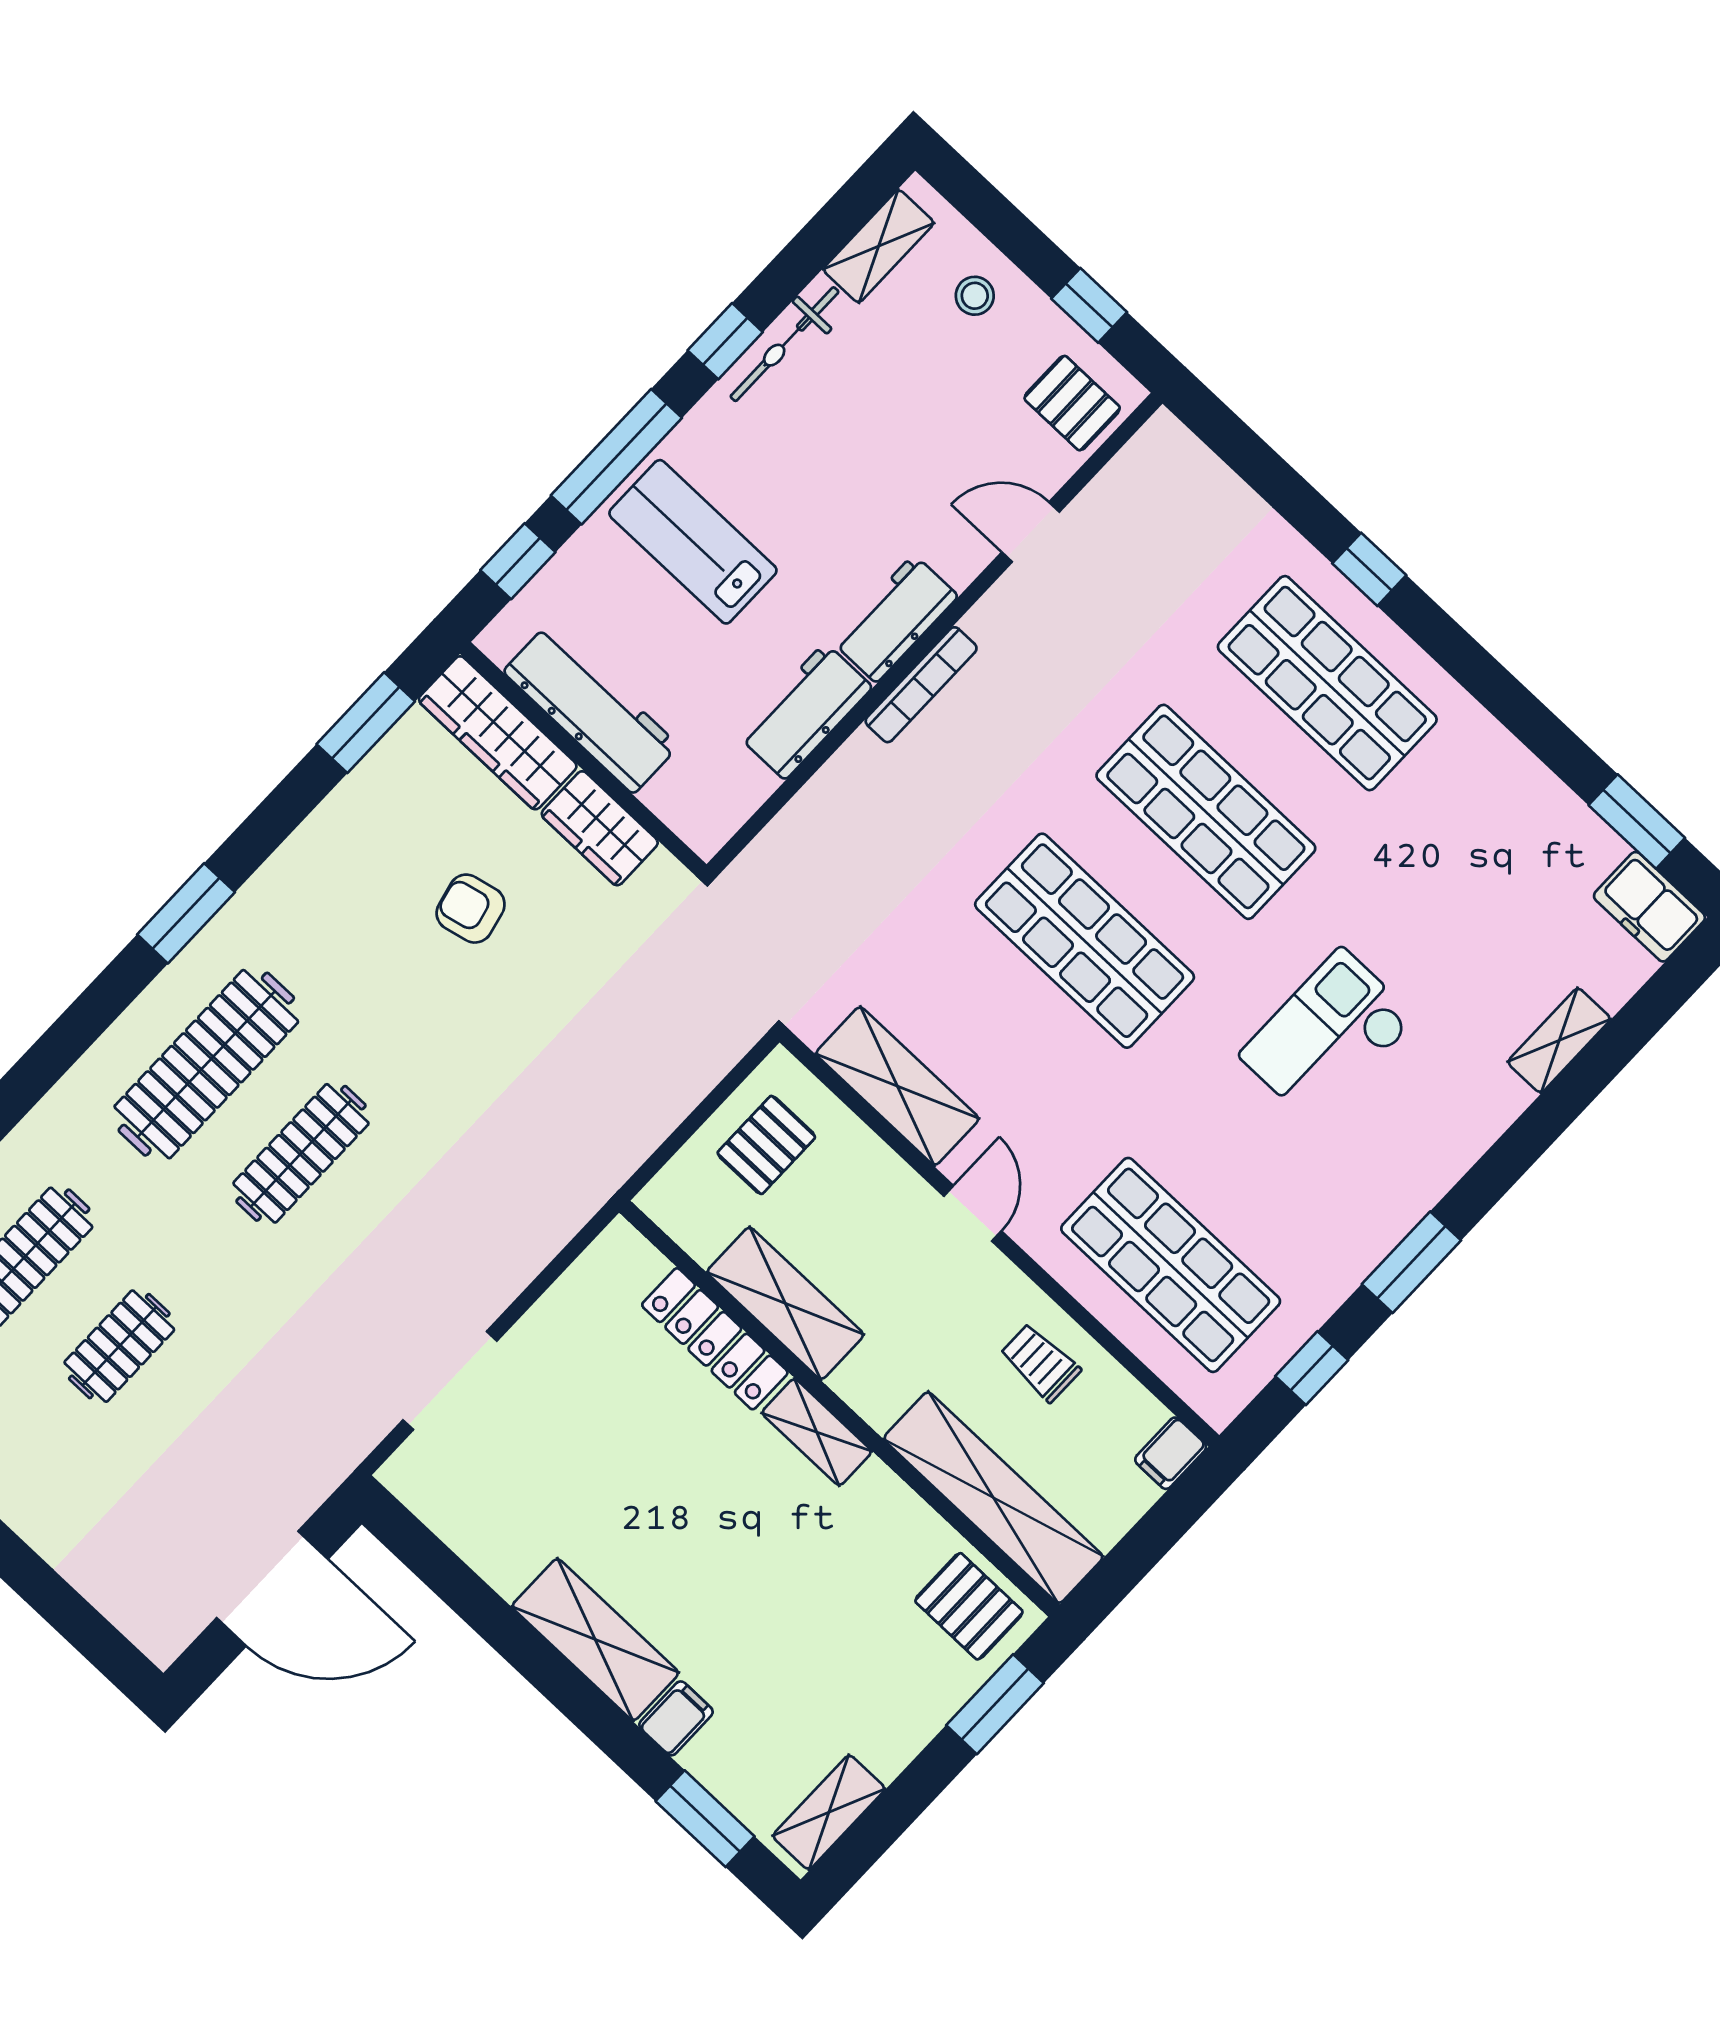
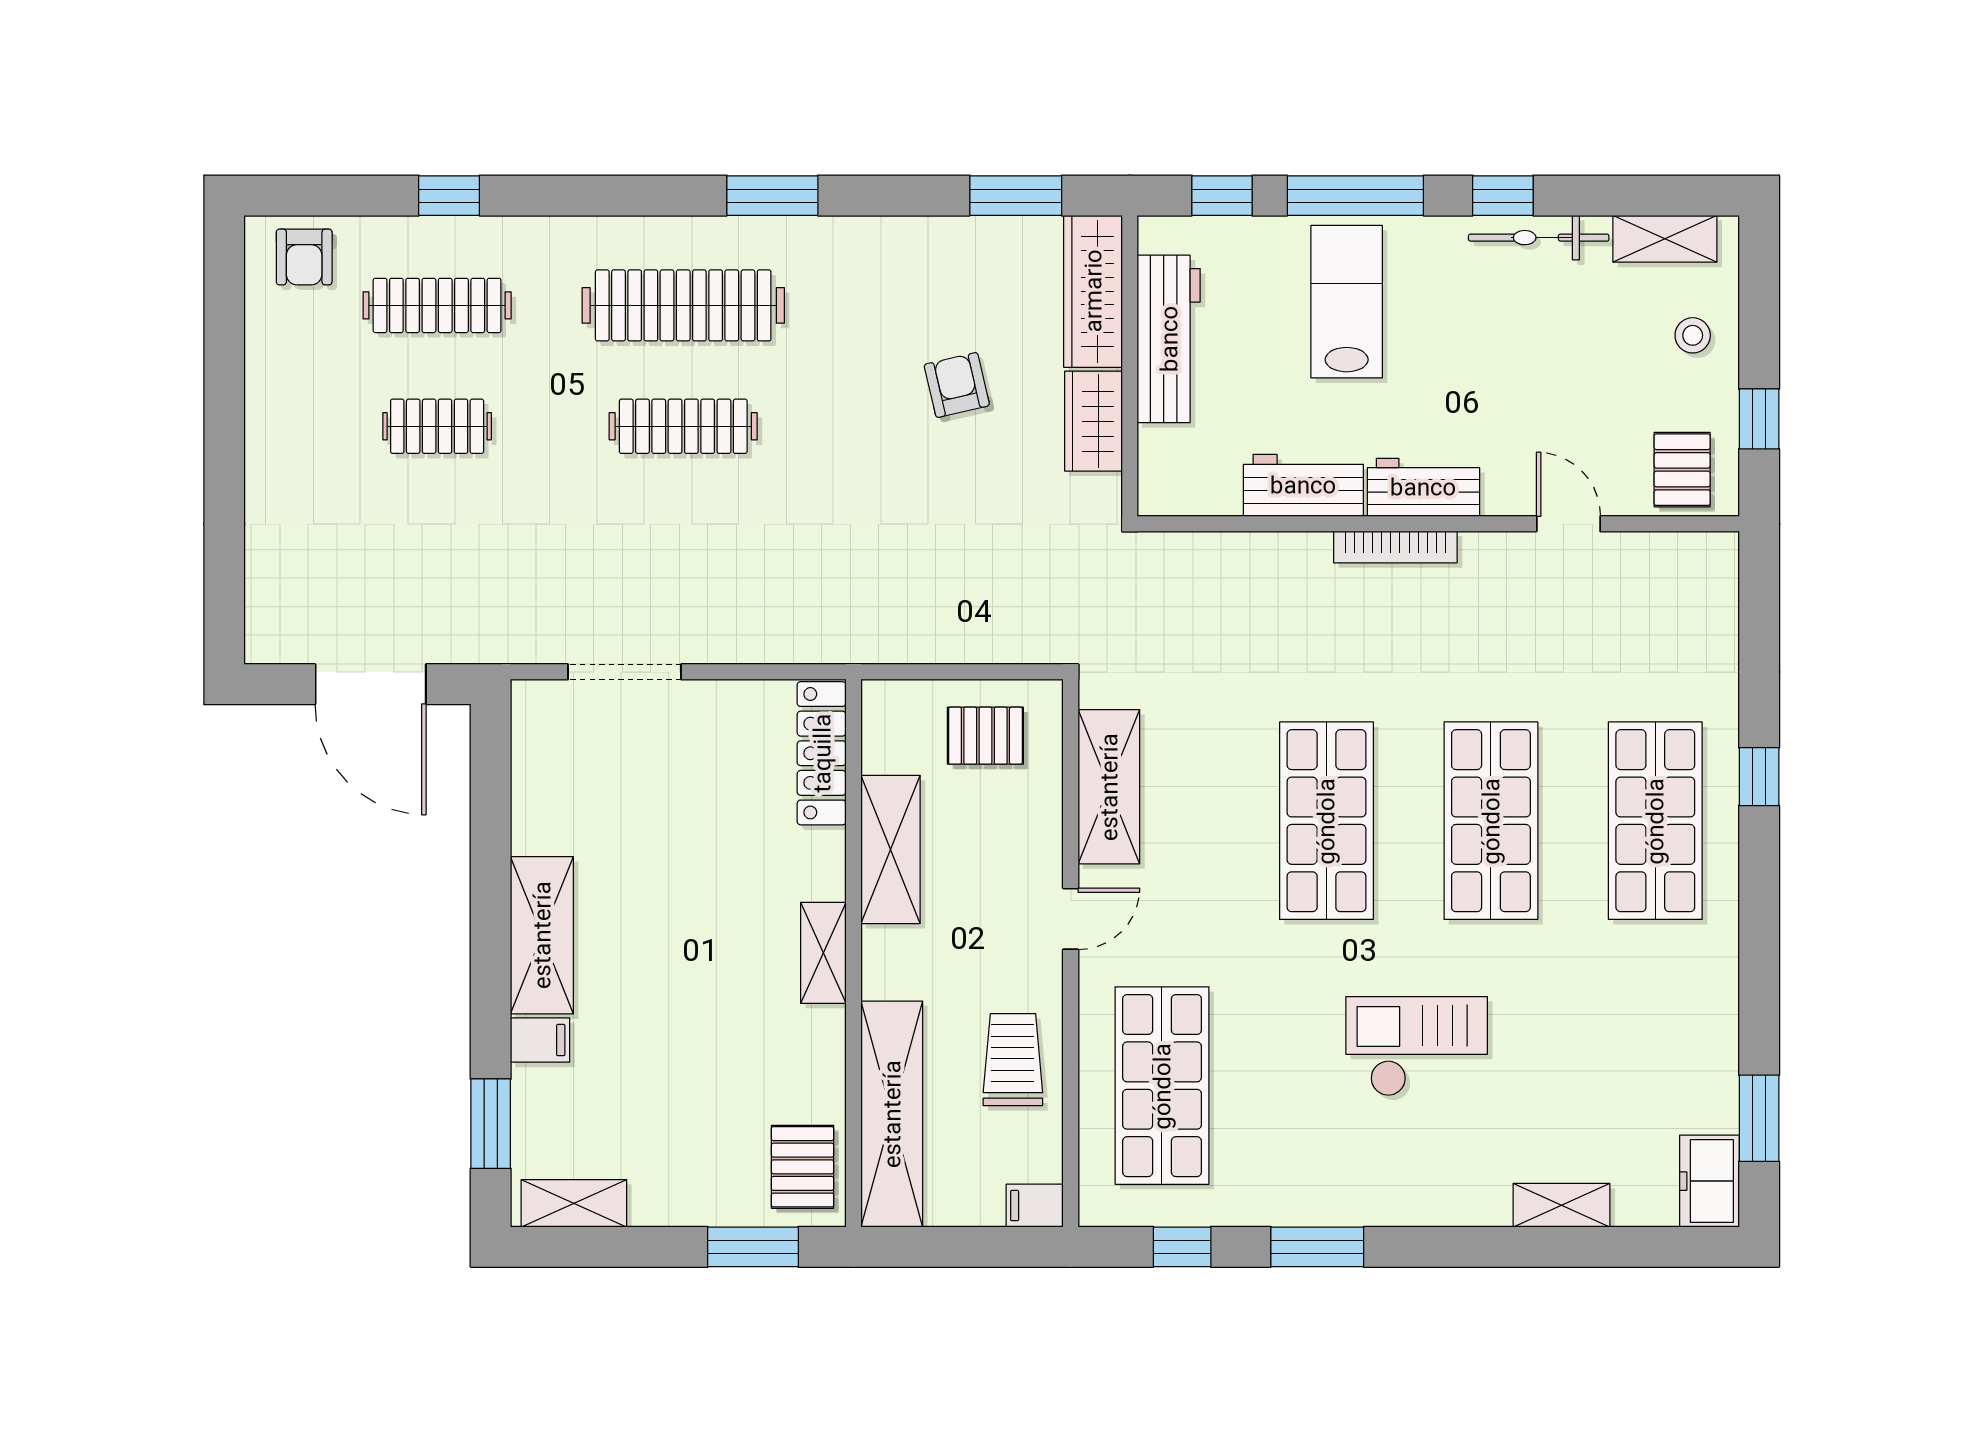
locker: (715, 1339) -> (822, 753), moved
trolley: (1040, 1363) -> (1013, 1060), width x1.36, depth x1.39

